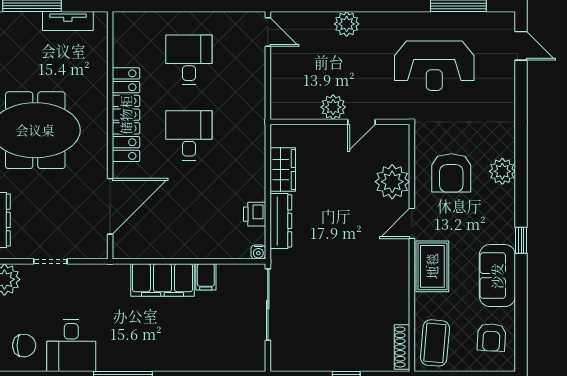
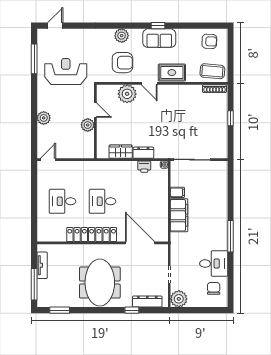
reception desk: (434, 66) -> (66, 72), turned -90
dresser: (281, 221) -> (143, 153), width x0.70
sofa: (497, 276) -> (159, 38), moved

